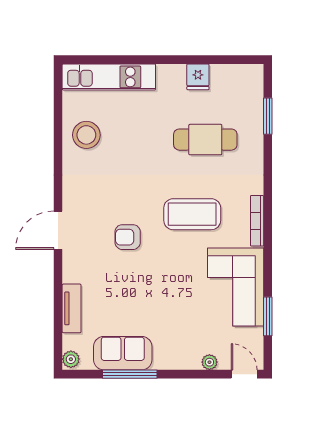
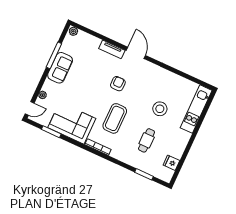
fridge: (198, 77) -> (171, 163), moved
stool: (86, 135) -> (160, 109), moved
cafe table: (205, 140) -> (147, 140), width x0.73, depth x0.74
tv unit: (72, 308) -> (112, 49), moved
sofa: (123, 353) -> (60, 68), moved

